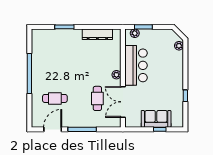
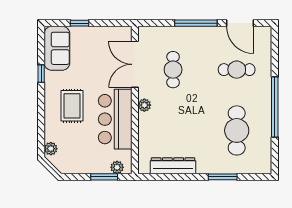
cafe table: (55, 58) -> (237, 130), added
rug: (165, 74) -> (72, 106), added
double door: (123, 102) -> (135, 64), swing flipped
sofa: (156, 119) -> (57, 48), moved, turned -90
door: (53, 129) -> (240, 23), hinge flipped

